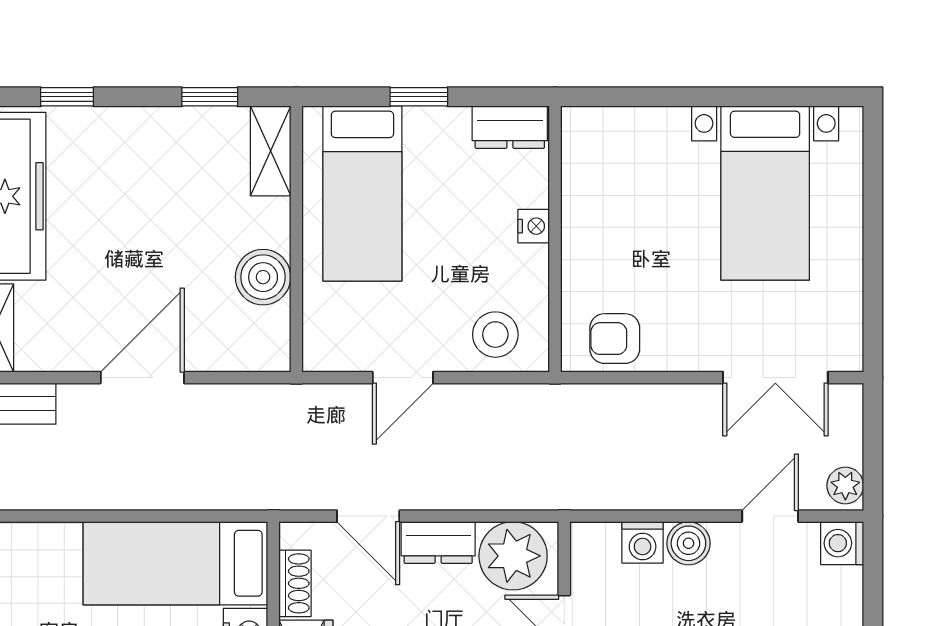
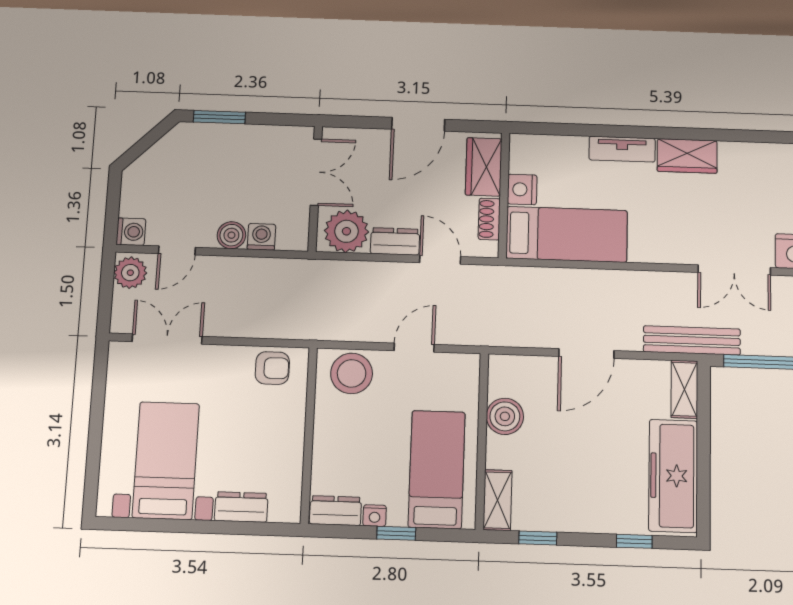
dresser: (649, 128) -> (241, 507), added
nightstand: (534, 226) -> (375, 516), moved, turned -90
stool: (495, 335) -> (352, 373), width x1.38, depth x1.38
plant: (845, 485) -> (130, 273), width x1.38, depth x1.38

